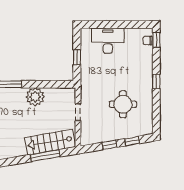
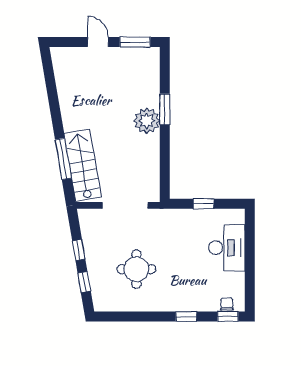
window: (156, 81) -> (186, 317), moved
plant: (35, 97) -> (147, 121), moved
doorway: (78, 112) -> (125, 205), width x1.87

